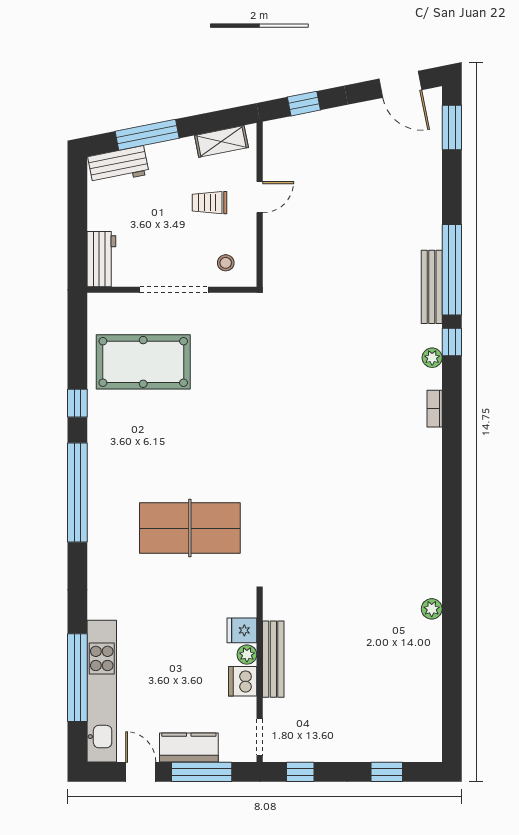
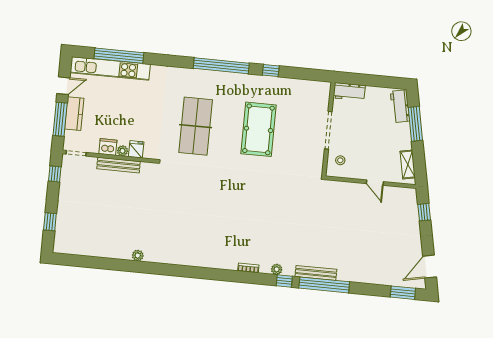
trolley: (209, 203) -> (374, 155), removed
pool table: (143, 362) -> (258, 129), moved

